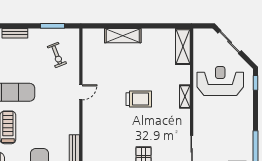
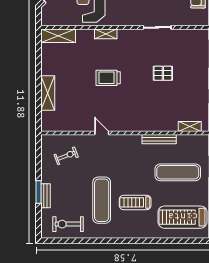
window: (53, 26) -> (38, 192), moved
trolley: (139, 99) -> (108, 78), turned -90

